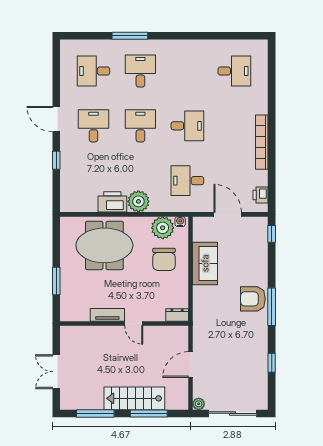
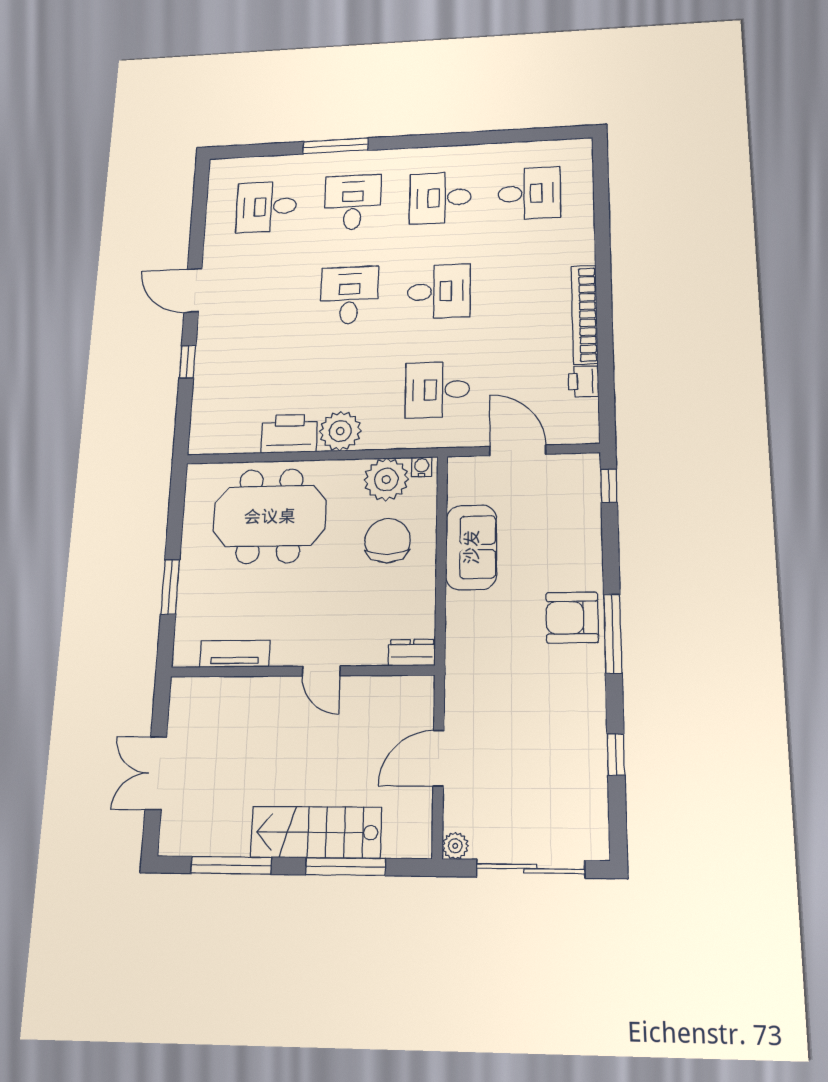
desk: (93, 126) -> (440, 198), moved, turned -90
printer: (260, 195) -> (584, 381), moved
chair: (164, 259) -> (387, 541), turned 180
tv unit: (107, 315) -> (235, 654), moved

